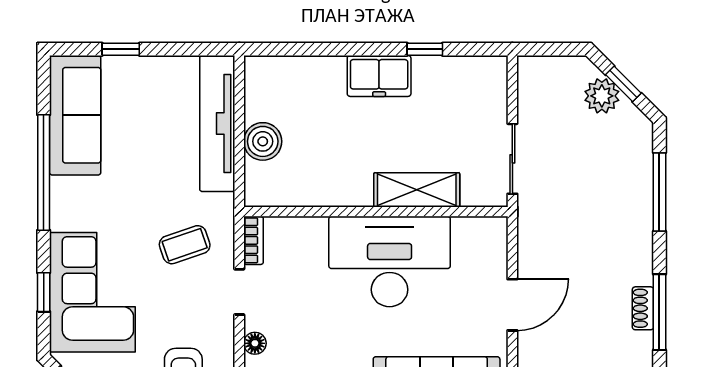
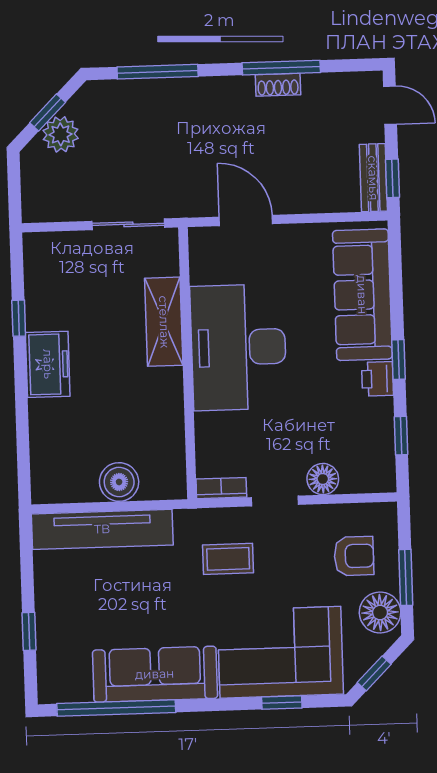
sofa: (75, 115) -> (155, 674), moved
window: (44, 173) -> (116, 708), moved
coffee table: (185, 245) -> (228, 559), turned -71
door: (512, 305) -> (246, 220), moved
floor lamp: (255, 343) -> (323, 479), width x1.37, depth x1.37

